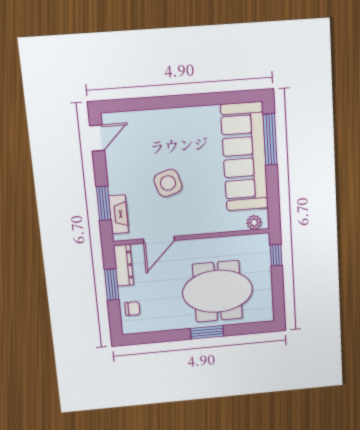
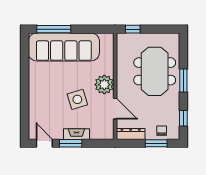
window: (104, 203) -> (71, 143), moved
fireplace: (119, 214) -> (76, 134), moved
plant: (254, 223) -> (104, 85), moved, width x1.88, depth x1.88
window: (112, 285) -> (156, 143), moved
window: (153, 337) -> (183, 118), added

